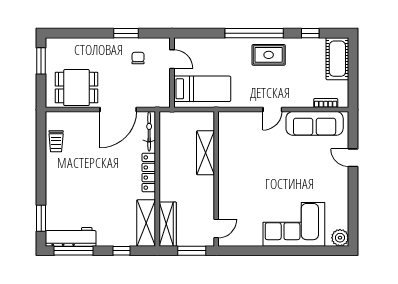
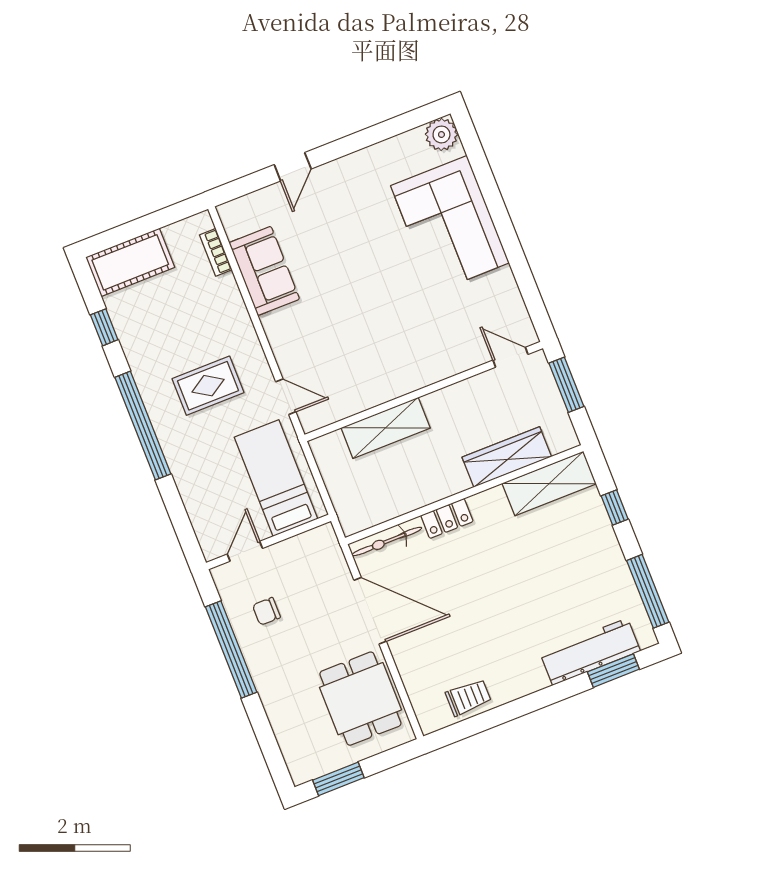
window: (126, 33) -> (231, 650), width x2.11
rug: (269, 55) -> (208, 386), moved, turned 90
door: (272, 110) -> (286, 397), moved
sofa: (315, 123) -> (264, 271), width x0.73
locker: (149, 173) -> (447, 518), width x0.66
wardrobe: (168, 224) -> (507, 457), moved
workbench: (71, 237) -> (590, 652), moved, turned 90

